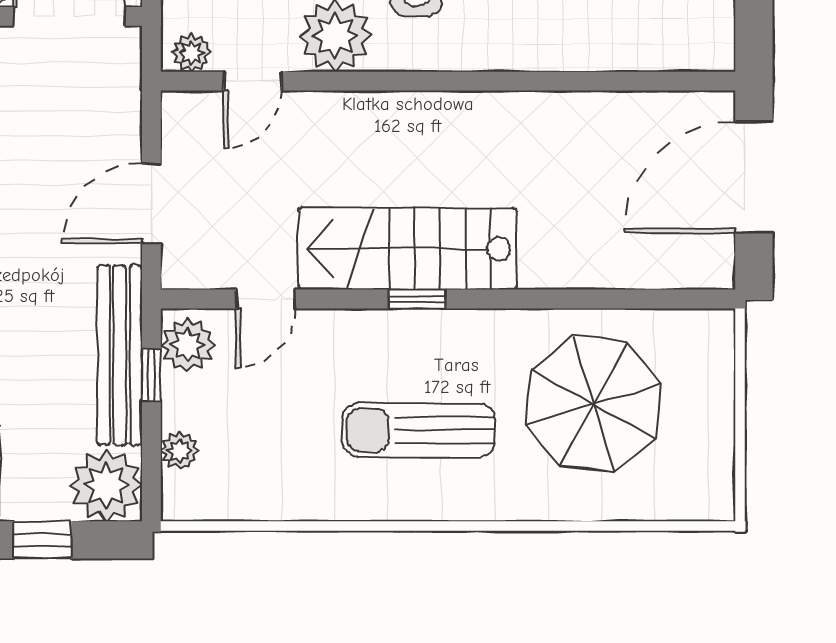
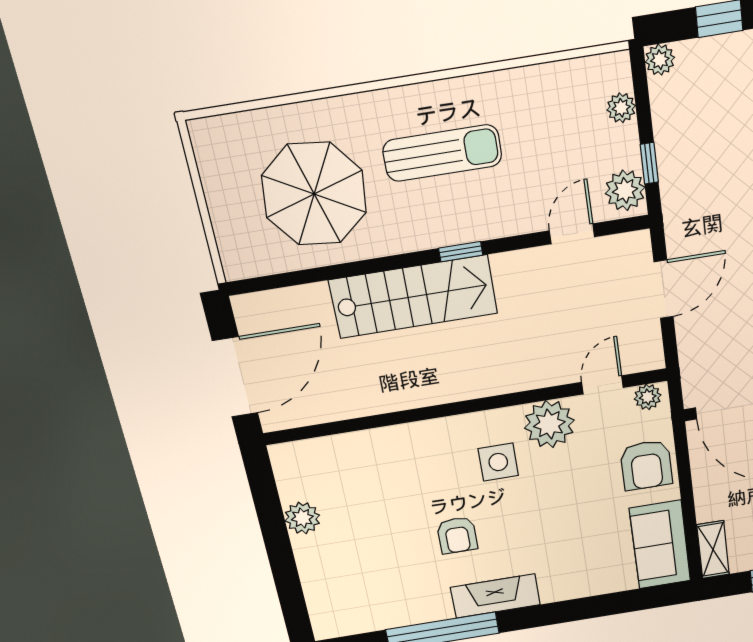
stairs: (407, 249) -> (413, 297), moved
bench: (120, 355) -> (675, 175), removed
plant: (106, 485) -> (660, 60), width x0.53, depth x0.53

